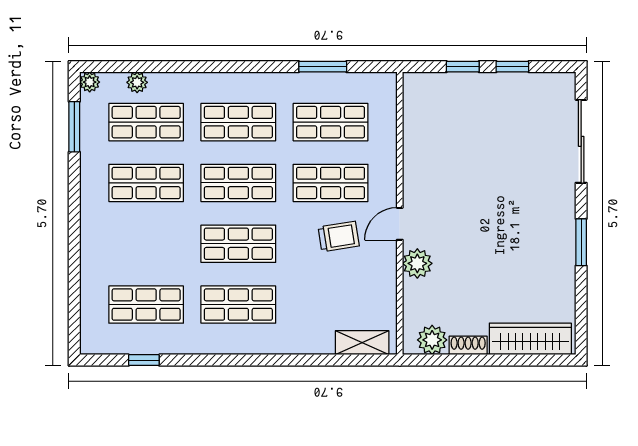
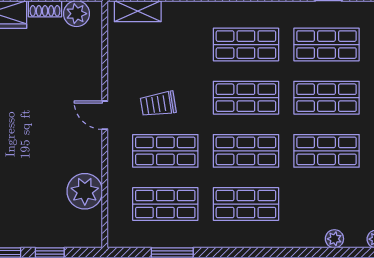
shop shelf: (146, 122) -> (327, 98), moved
door: (400, 224) -> (105, 115), swing flipped
plant: (417, 263) -> (85, 191), moved, width x1.36, depth x1.36

